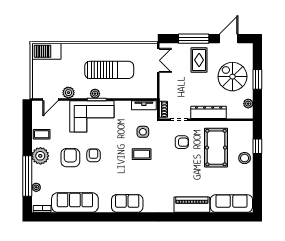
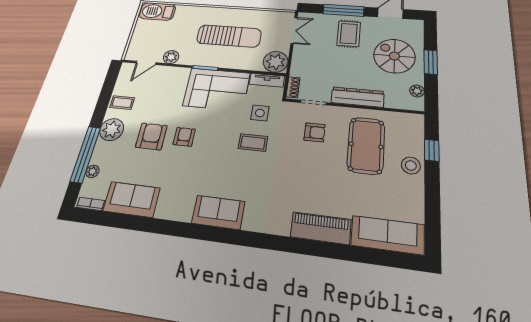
plant: (95, 94) -> (276, 62), moved, width x1.87, depth x1.87
corner sofa: (92, 116) -> (217, 89), moved
sofa: (75, 203) -> (132, 199), width x0.73

